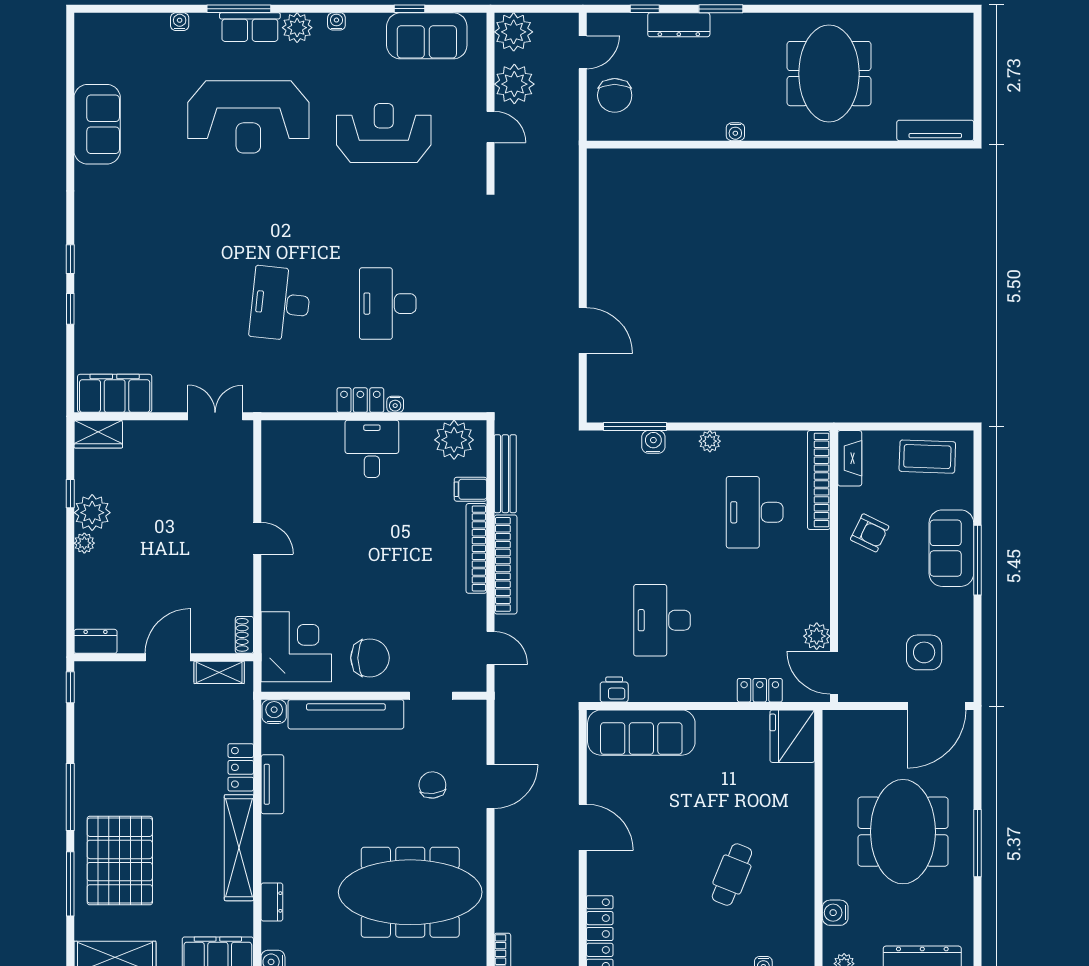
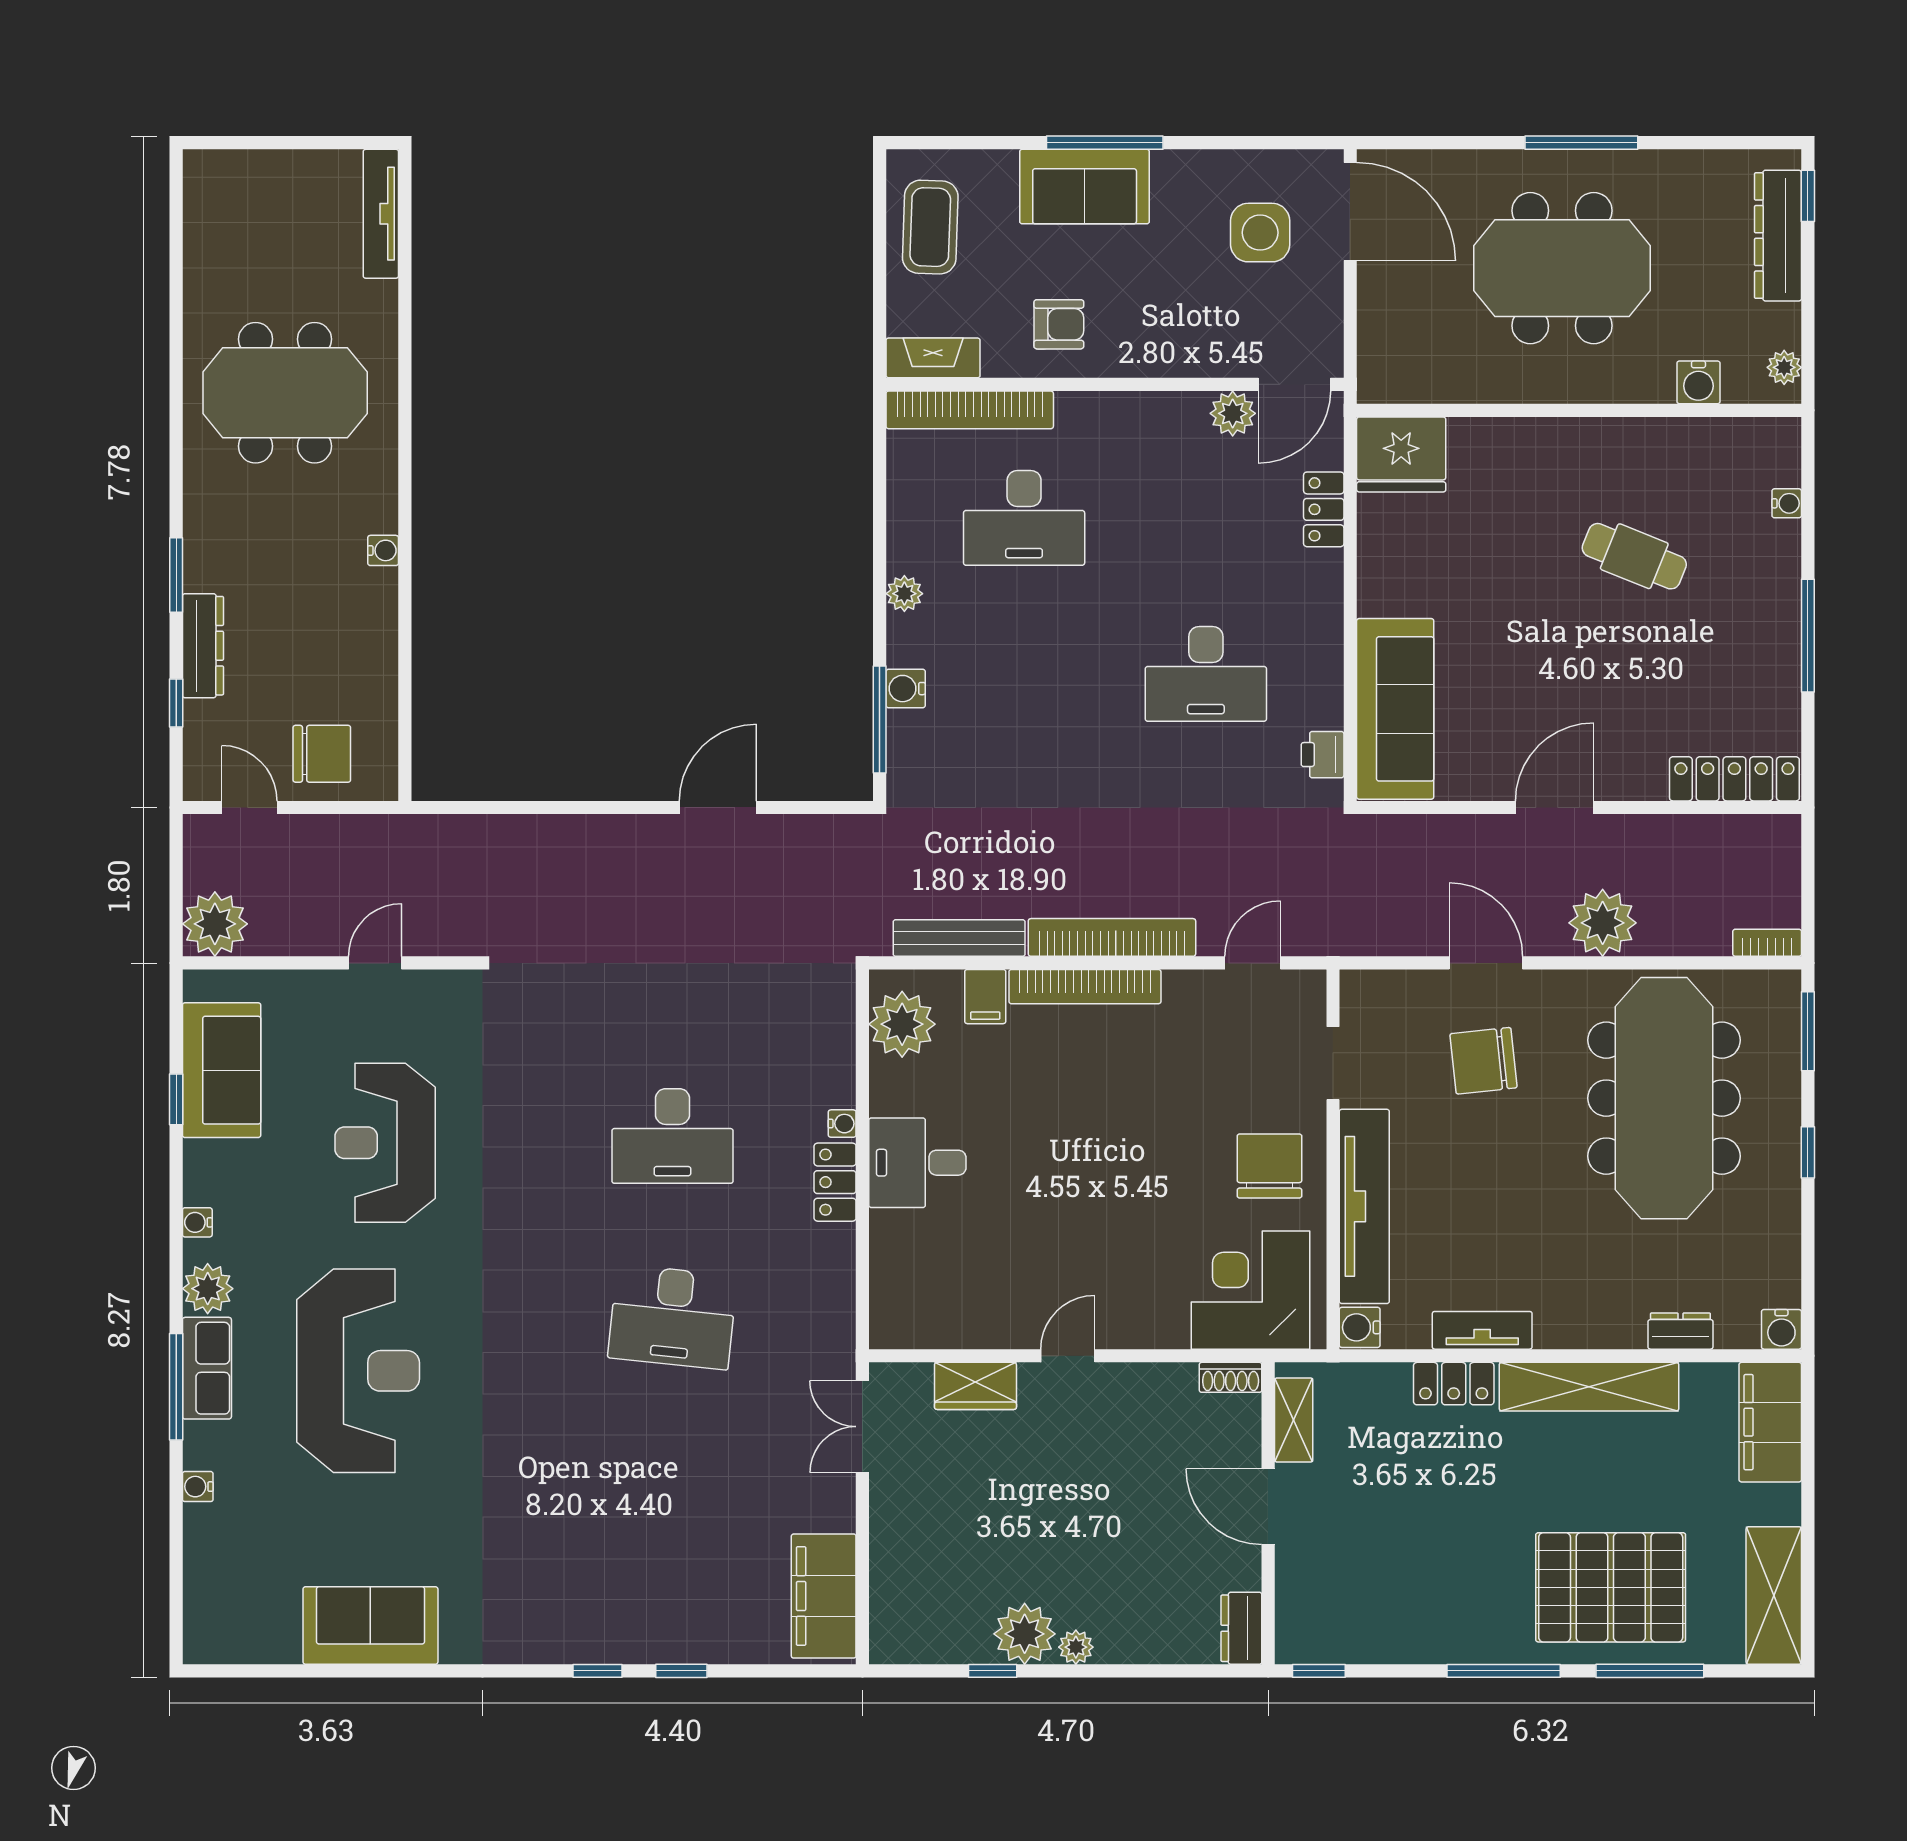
plant: (514, 84) -> (1603, 923), moved
wardrobe: (98, 434) -> (975, 1386), moved, turned 90
armchair: (870, 533) -> (1059, 324), turned 64
chair: (432, 785) -> (1483, 1061), width x1.37, depth x1.37

